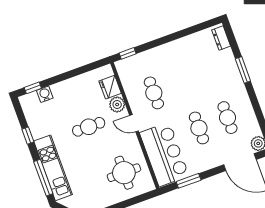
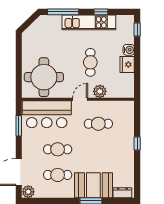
window: (128, 53) -> (137, 143), moved
booth: (225, 73) -> (93, 185), added
fridge: (110, 87) -> (127, 64), moved, turned -90
water cooler: (45, 94) -> (129, 50), moved
kitchen unit: (53, 168) -> (89, 22), moved
round table: (124, 173) -> (44, 77), width x1.36, depth x1.36

